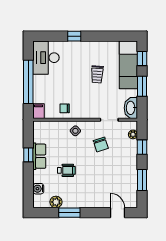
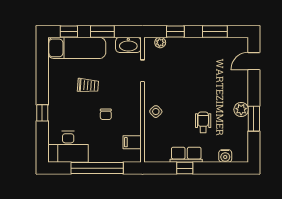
chair: (65, 108) -> (106, 114), moved
filing cabinet: (39, 111) -> (132, 142), moved
chair: (101, 144) -> (172, 81), removed
plant: (56, 202) -> (241, 110), moved

